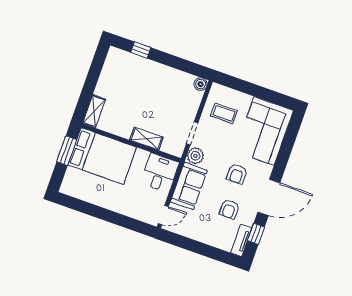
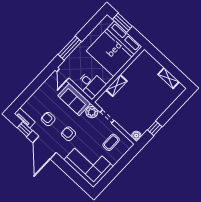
window: (141, 50) -> (155, 128), moved
shelving: (94, 111) -> (169, 78), moved
window: (67, 151) -> (122, 23), moved
bed: (102, 156) -> (114, 49), width x1.36
window: (124, 221) -> (70, 48), added

